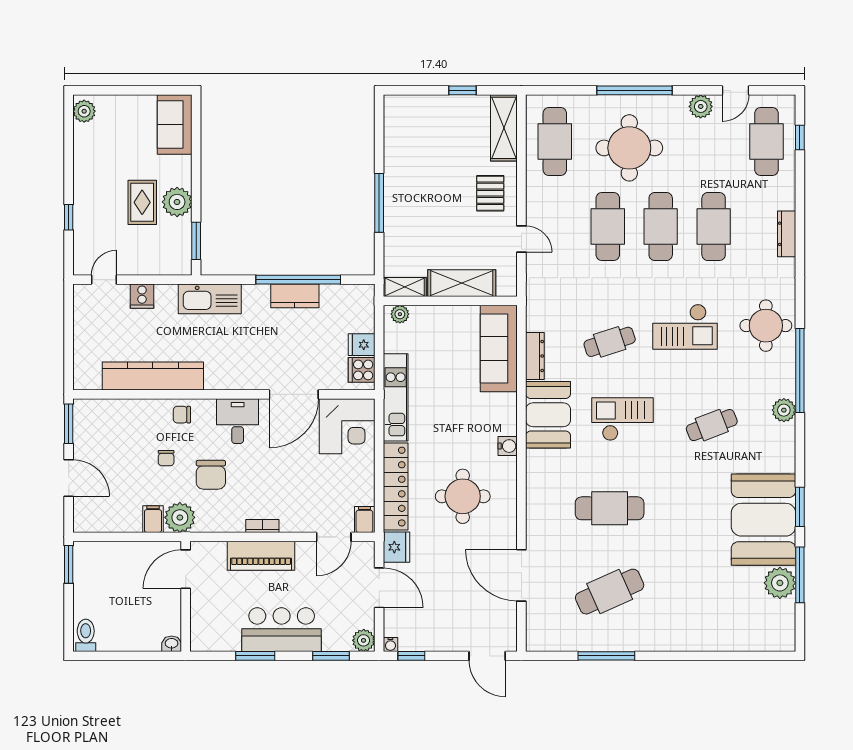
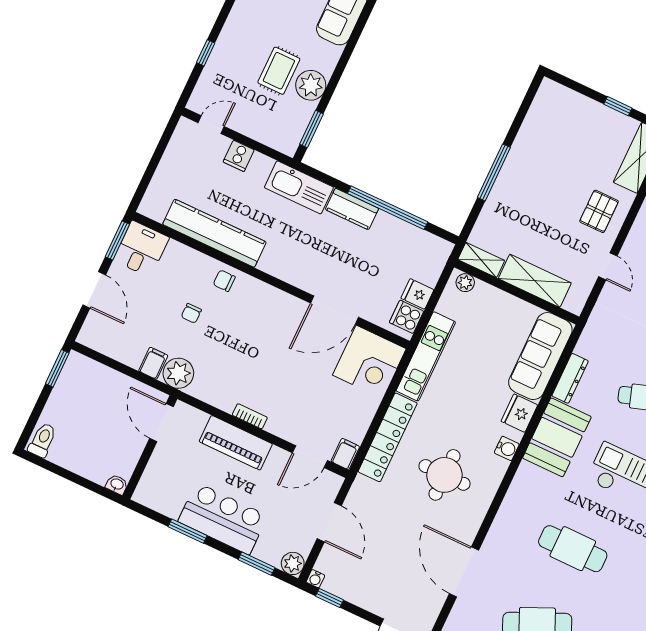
kitchen counter: (295, 296) -> (352, 209), moved
desk: (238, 421) -> (141, 249), moved
chair: (211, 475) -> (225, 348), removed
fridge: (396, 547) -> (519, 413), moved, turned 180
door: (186, 569) -> (161, 423), hinge flipped

